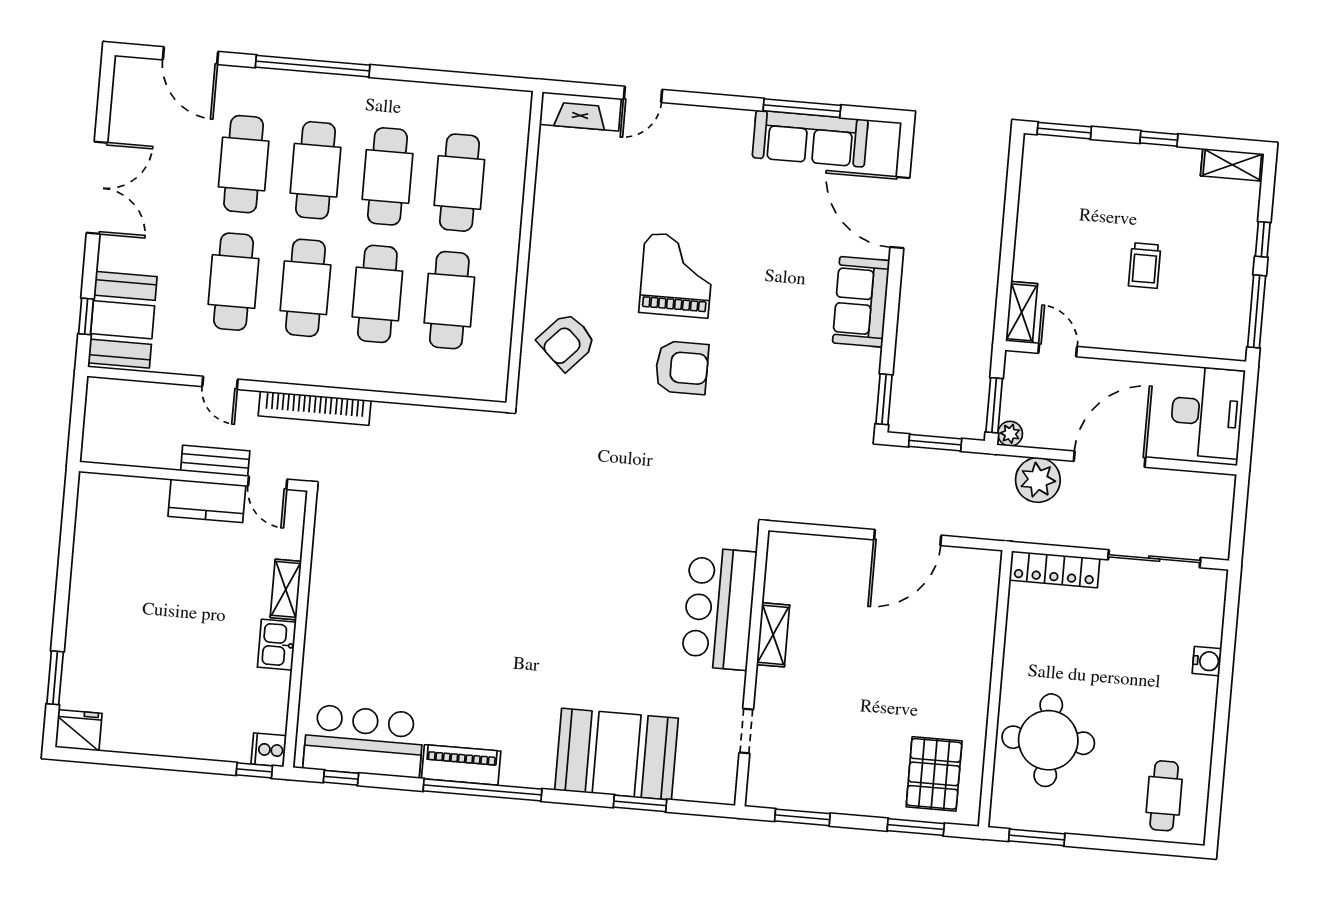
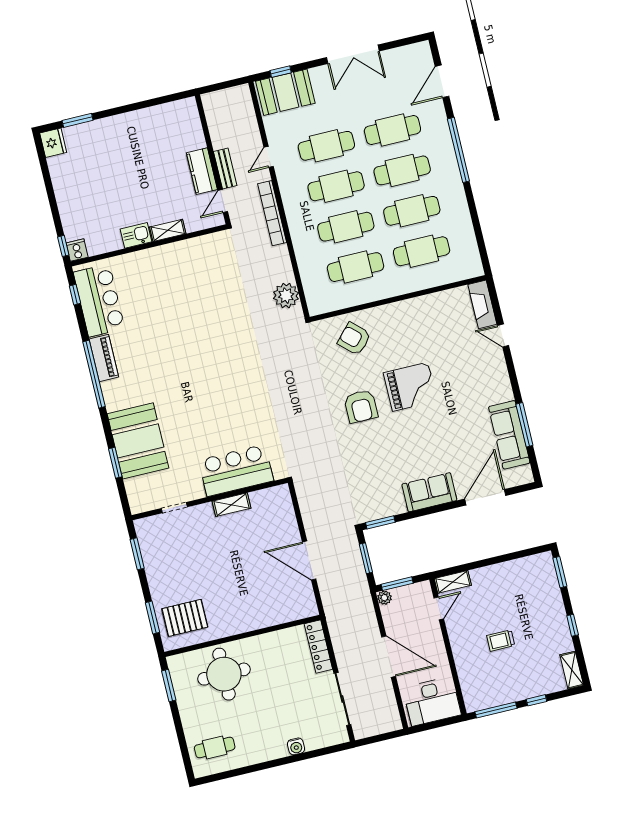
plant: (1038, 480) -> (286, 296), moved

